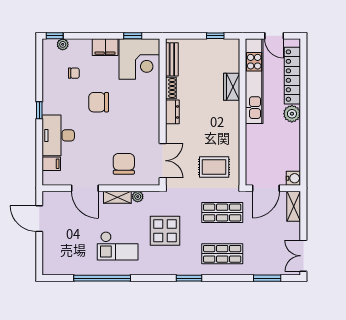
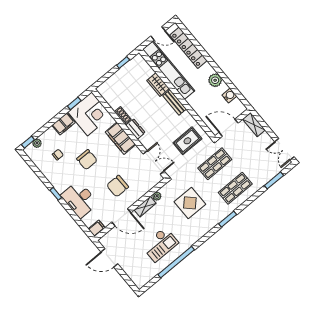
bench: (172, 59) -> (175, 102), moved
chair: (99, 102) -> (87, 160), turned -90
filing cabinet: (150, 109) -> (120, 138), added
plant: (292, 114) -> (215, 80), moved
filing cabinet: (51, 164) -> (97, 228), moved
chair: (124, 164) -> (118, 186), moved, turned -90
water cooler: (293, 178) -> (229, 95), moved
door: (266, 188) -> (229, 128), swing flipped
checkout: (118, 246) -> (160, 244), moved

